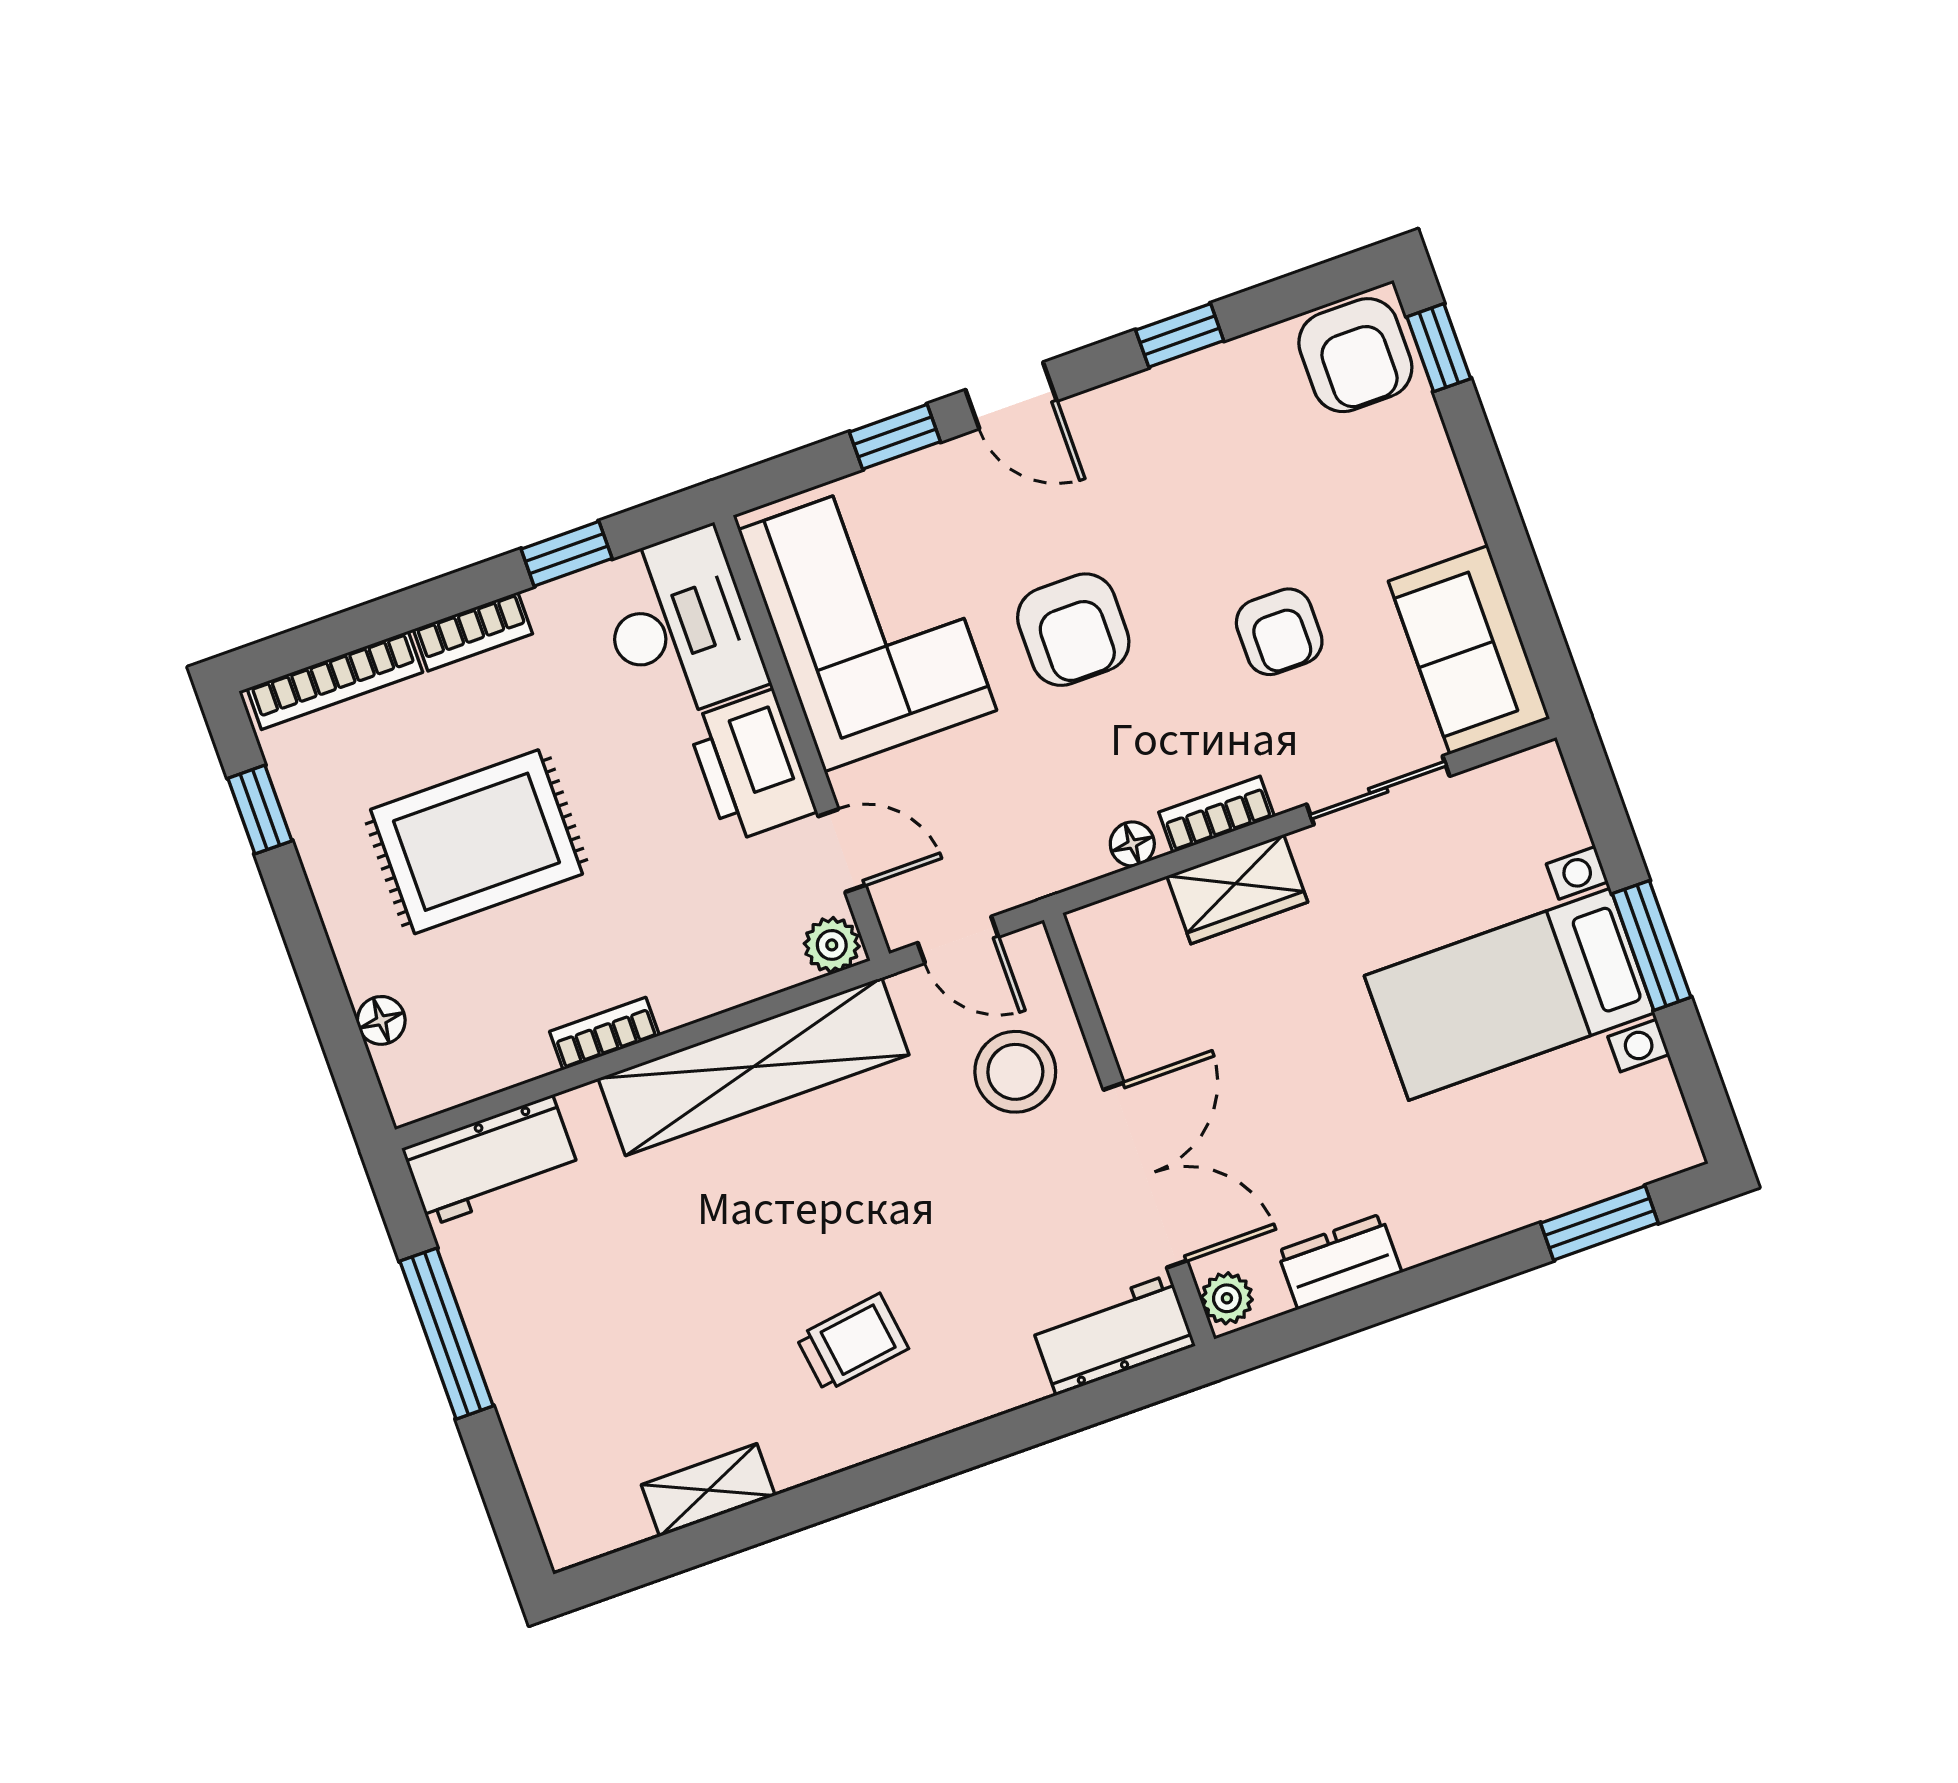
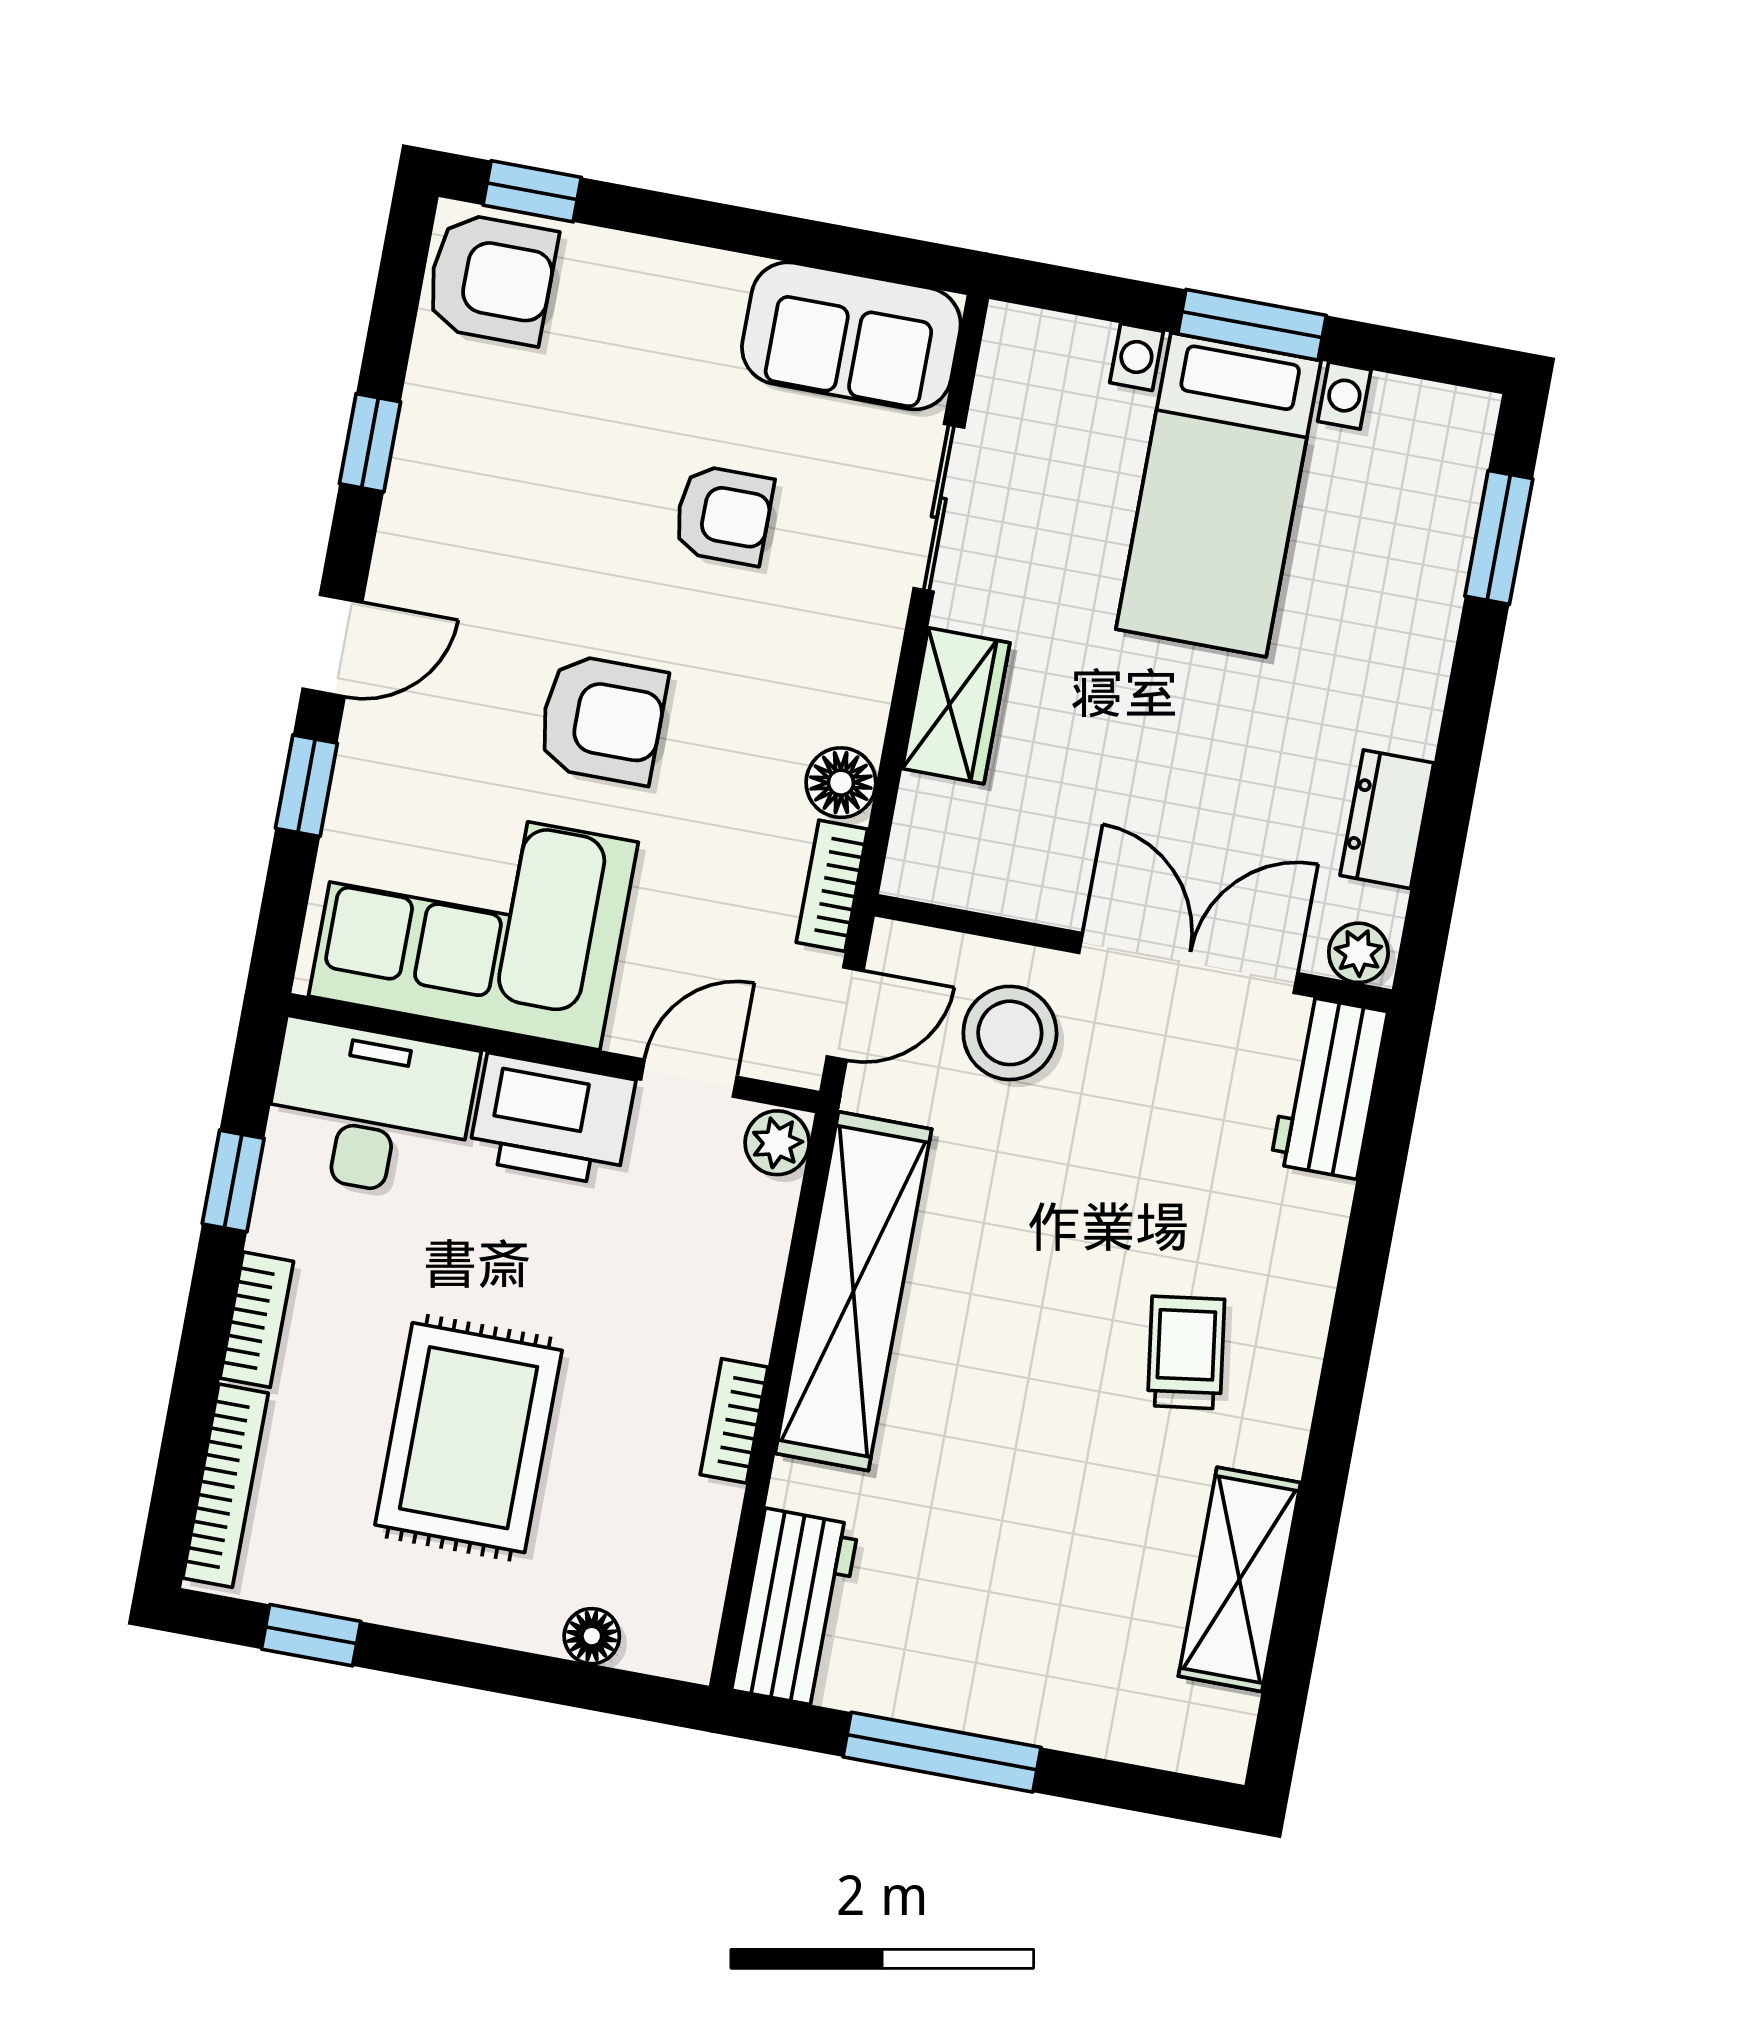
bookcase: (1217, 814) -> (832, 886), moved
floor lamp: (1132, 844) -> (841, 783), width x1.37, depth x1.37
shelving: (708, 1490) -> (1239, 1579), width x1.50, depth x1.33

